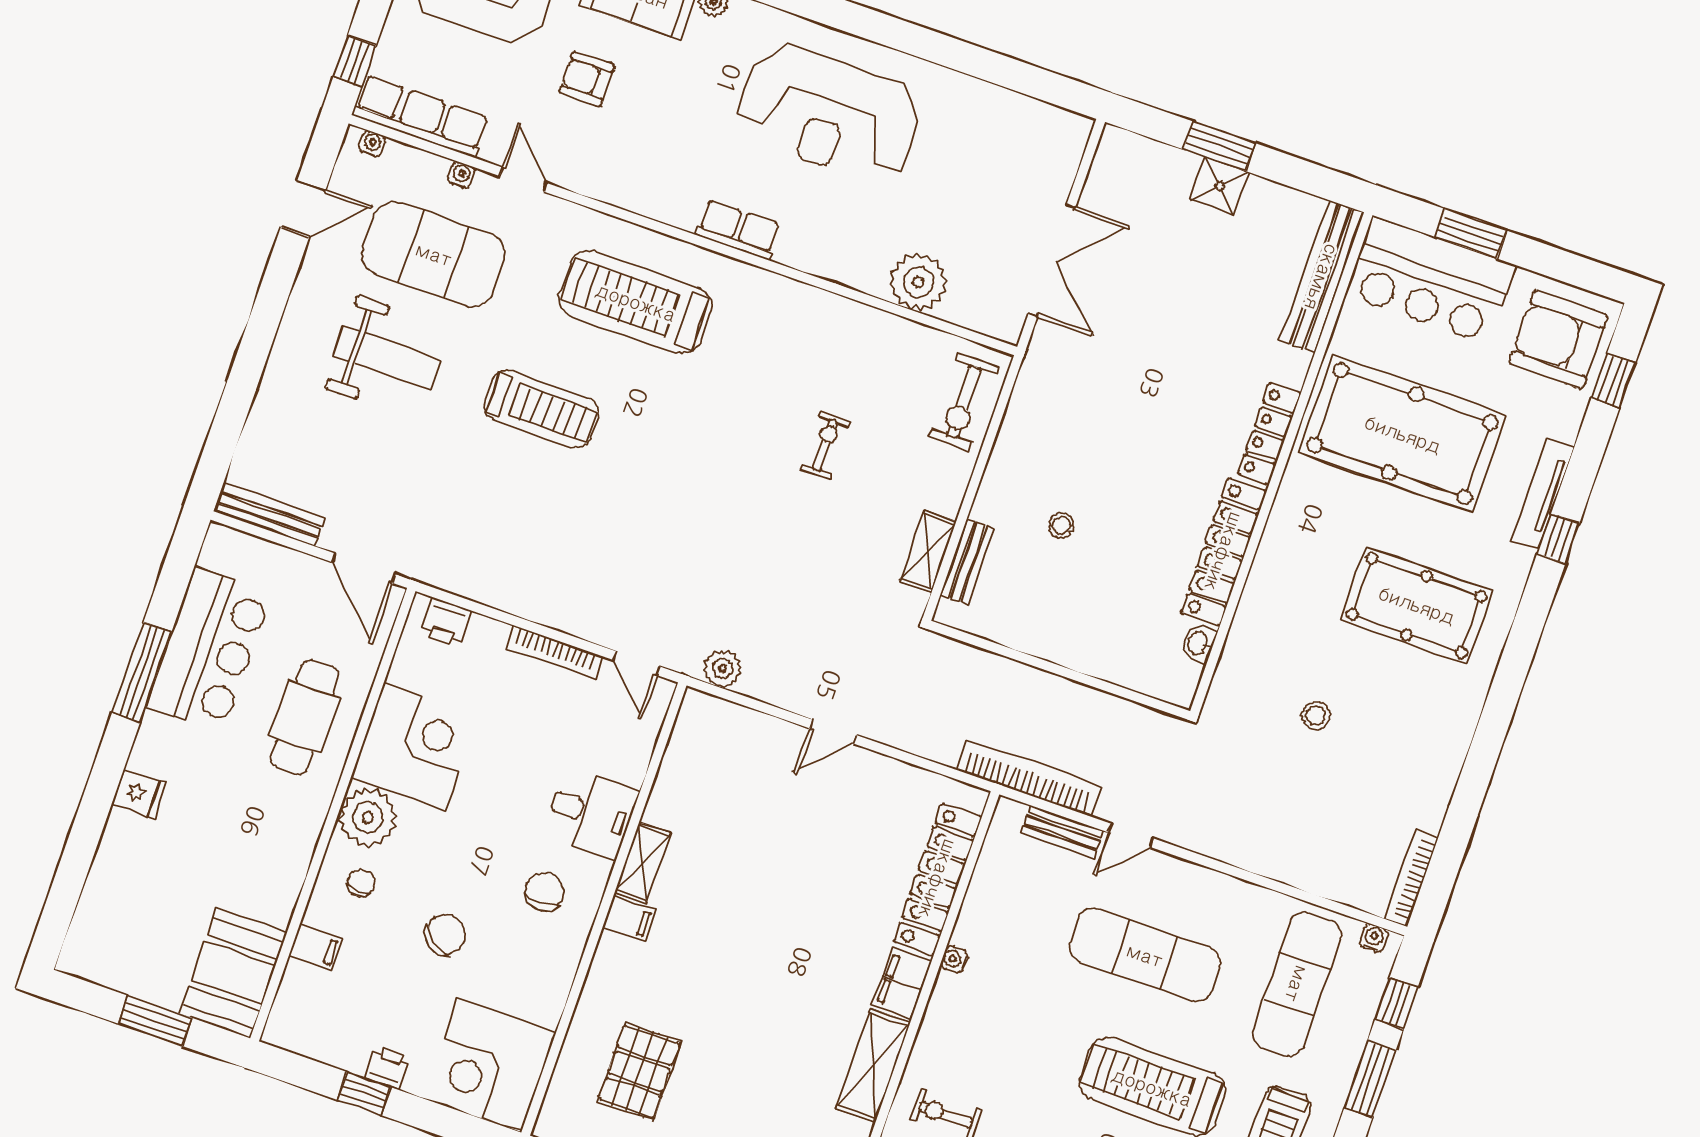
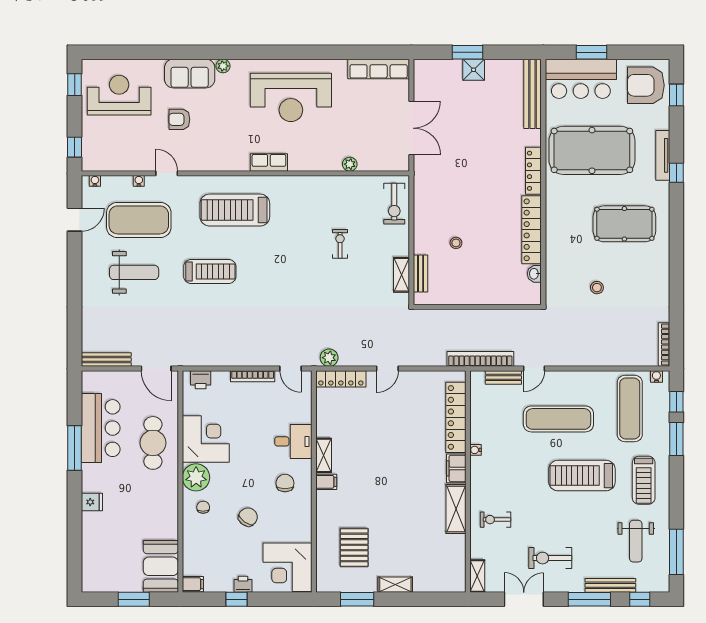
row of seats: (421, 117) -> (379, 69), moved, turned 180
plant: (918, 282) -> (350, 164), width x0.53, depth x0.53
locker: (731, 720) -> (341, 379), added
filing cabinet: (315, 947) -> (193, 584), moved

